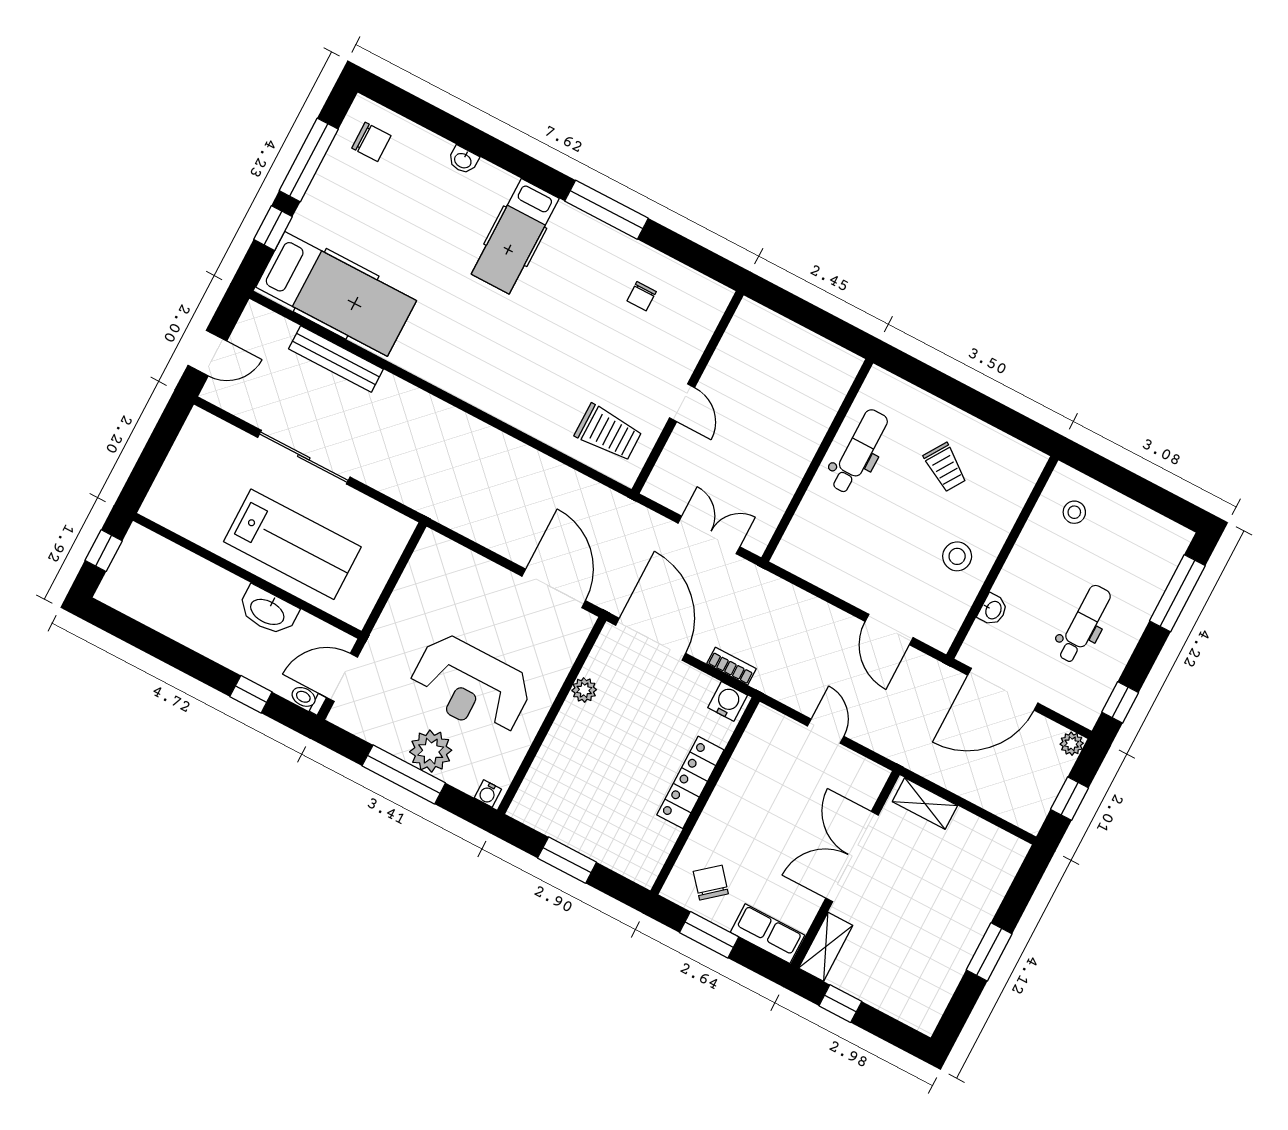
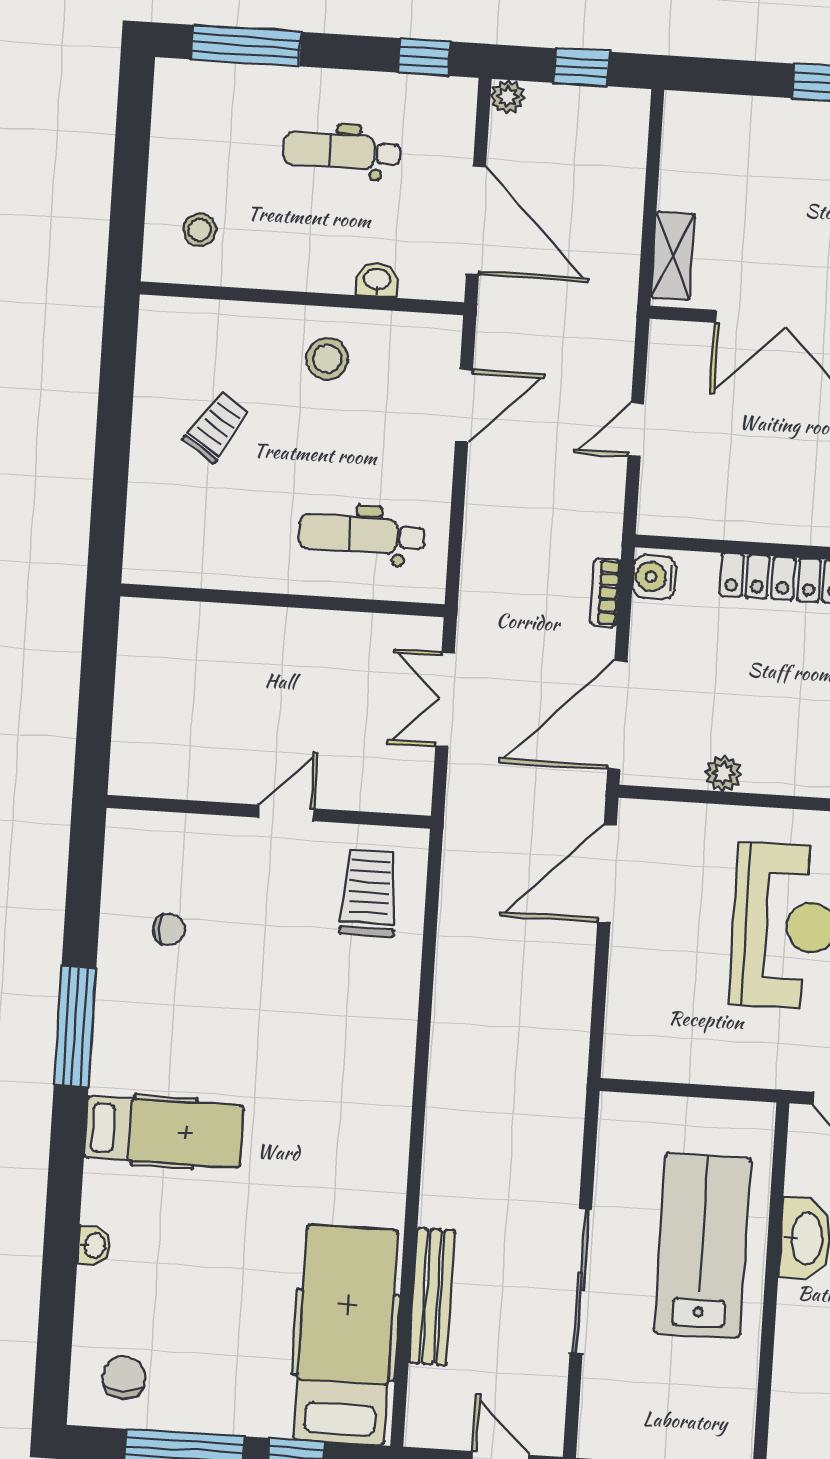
dental chair: (859, 451) -> (362, 535), moved

